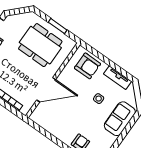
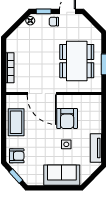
armchair: (87, 66) -> (67, 118), moved
coffee table: (54, 125) -> (16, 122), added

